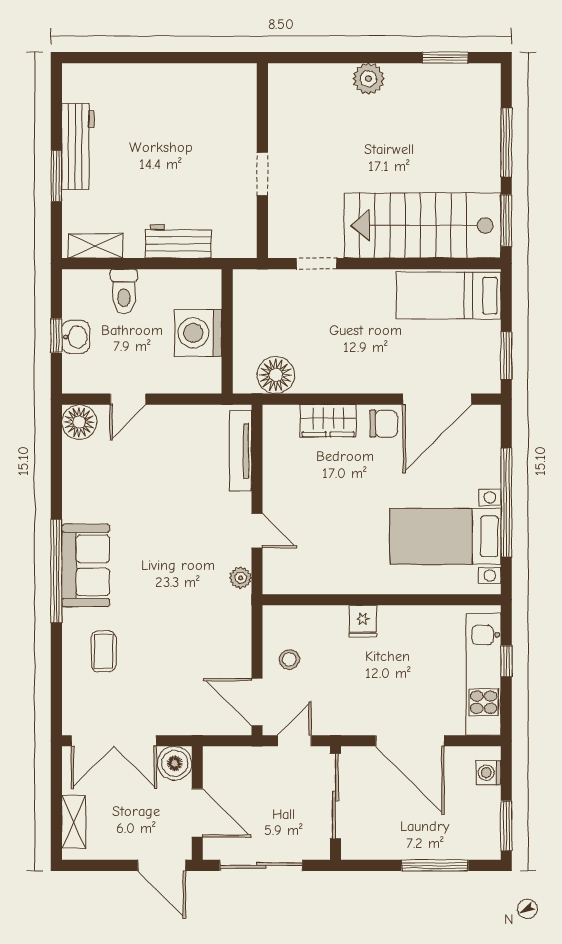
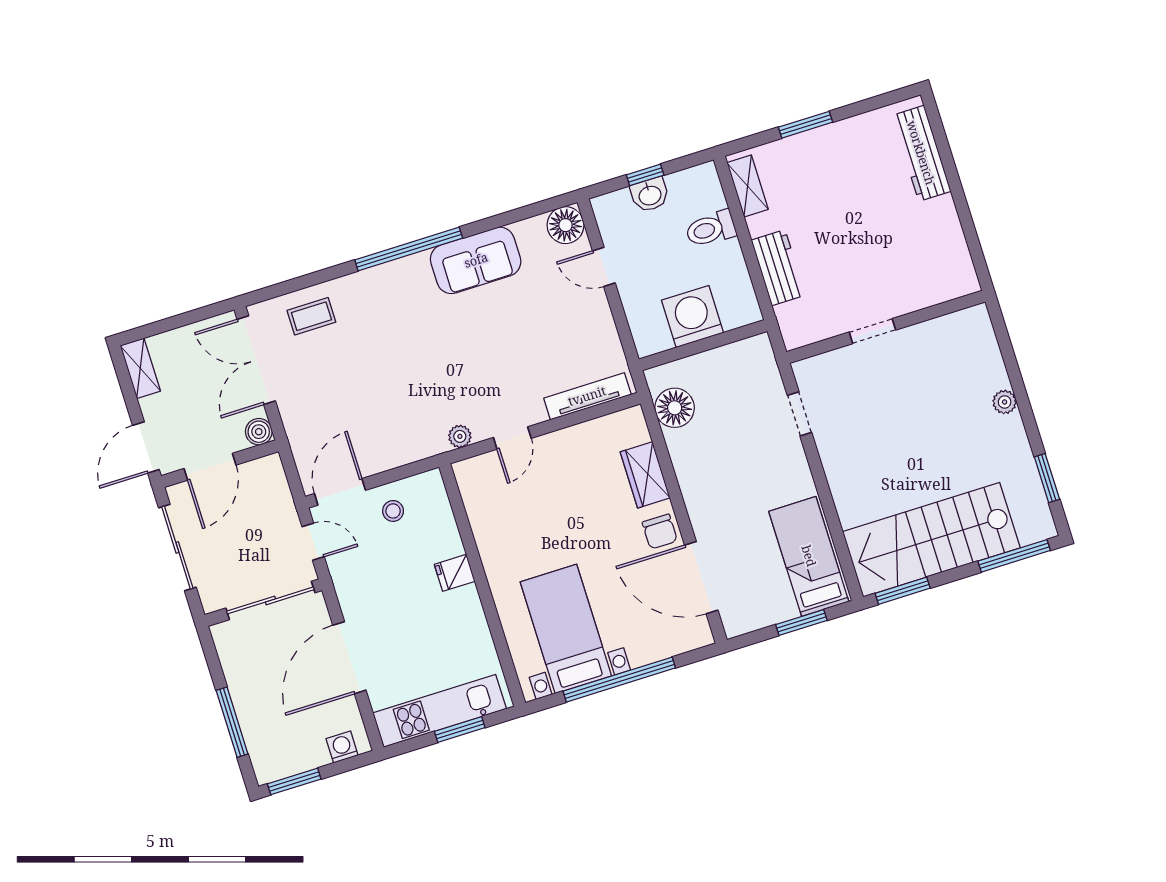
plant: (368, 79) -> (1005, 402), width x0.73, depth x0.73
window: (506, 142) -> (1014, 556), moved
workbench: (78, 147) -> (921, 153), moved, turned 90
stairs: (423, 226) -> (931, 540), moved, turned -90
window: (506, 356) -> (801, 622), moved
sofa: (86, 565) -> (476, 260), moved
coffee table: (104, 651) -> (311, 316), moved
window: (506, 661) -> (460, 730), width x1.50
boiler: (175, 763) -> (259, 432), width x0.73, depth x0.73
shelving: (74, 822) -> (140, 368), moved, turned 90

